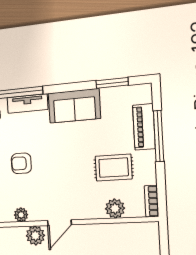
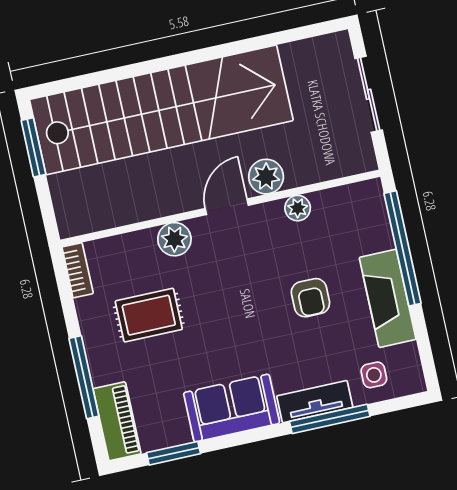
piano: (144, 127) -> (117, 421), moved
armchair: (21, 163) -> (310, 298), turned 90
plant: (115, 208) -> (174, 239), moved

